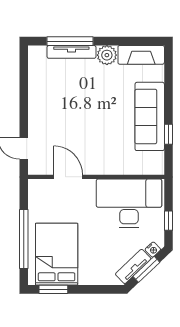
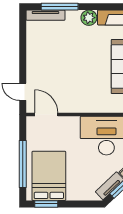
tv unit: (71, 52) -> (45, 15), moved
door: (68, 177) -> (46, 115), moved

